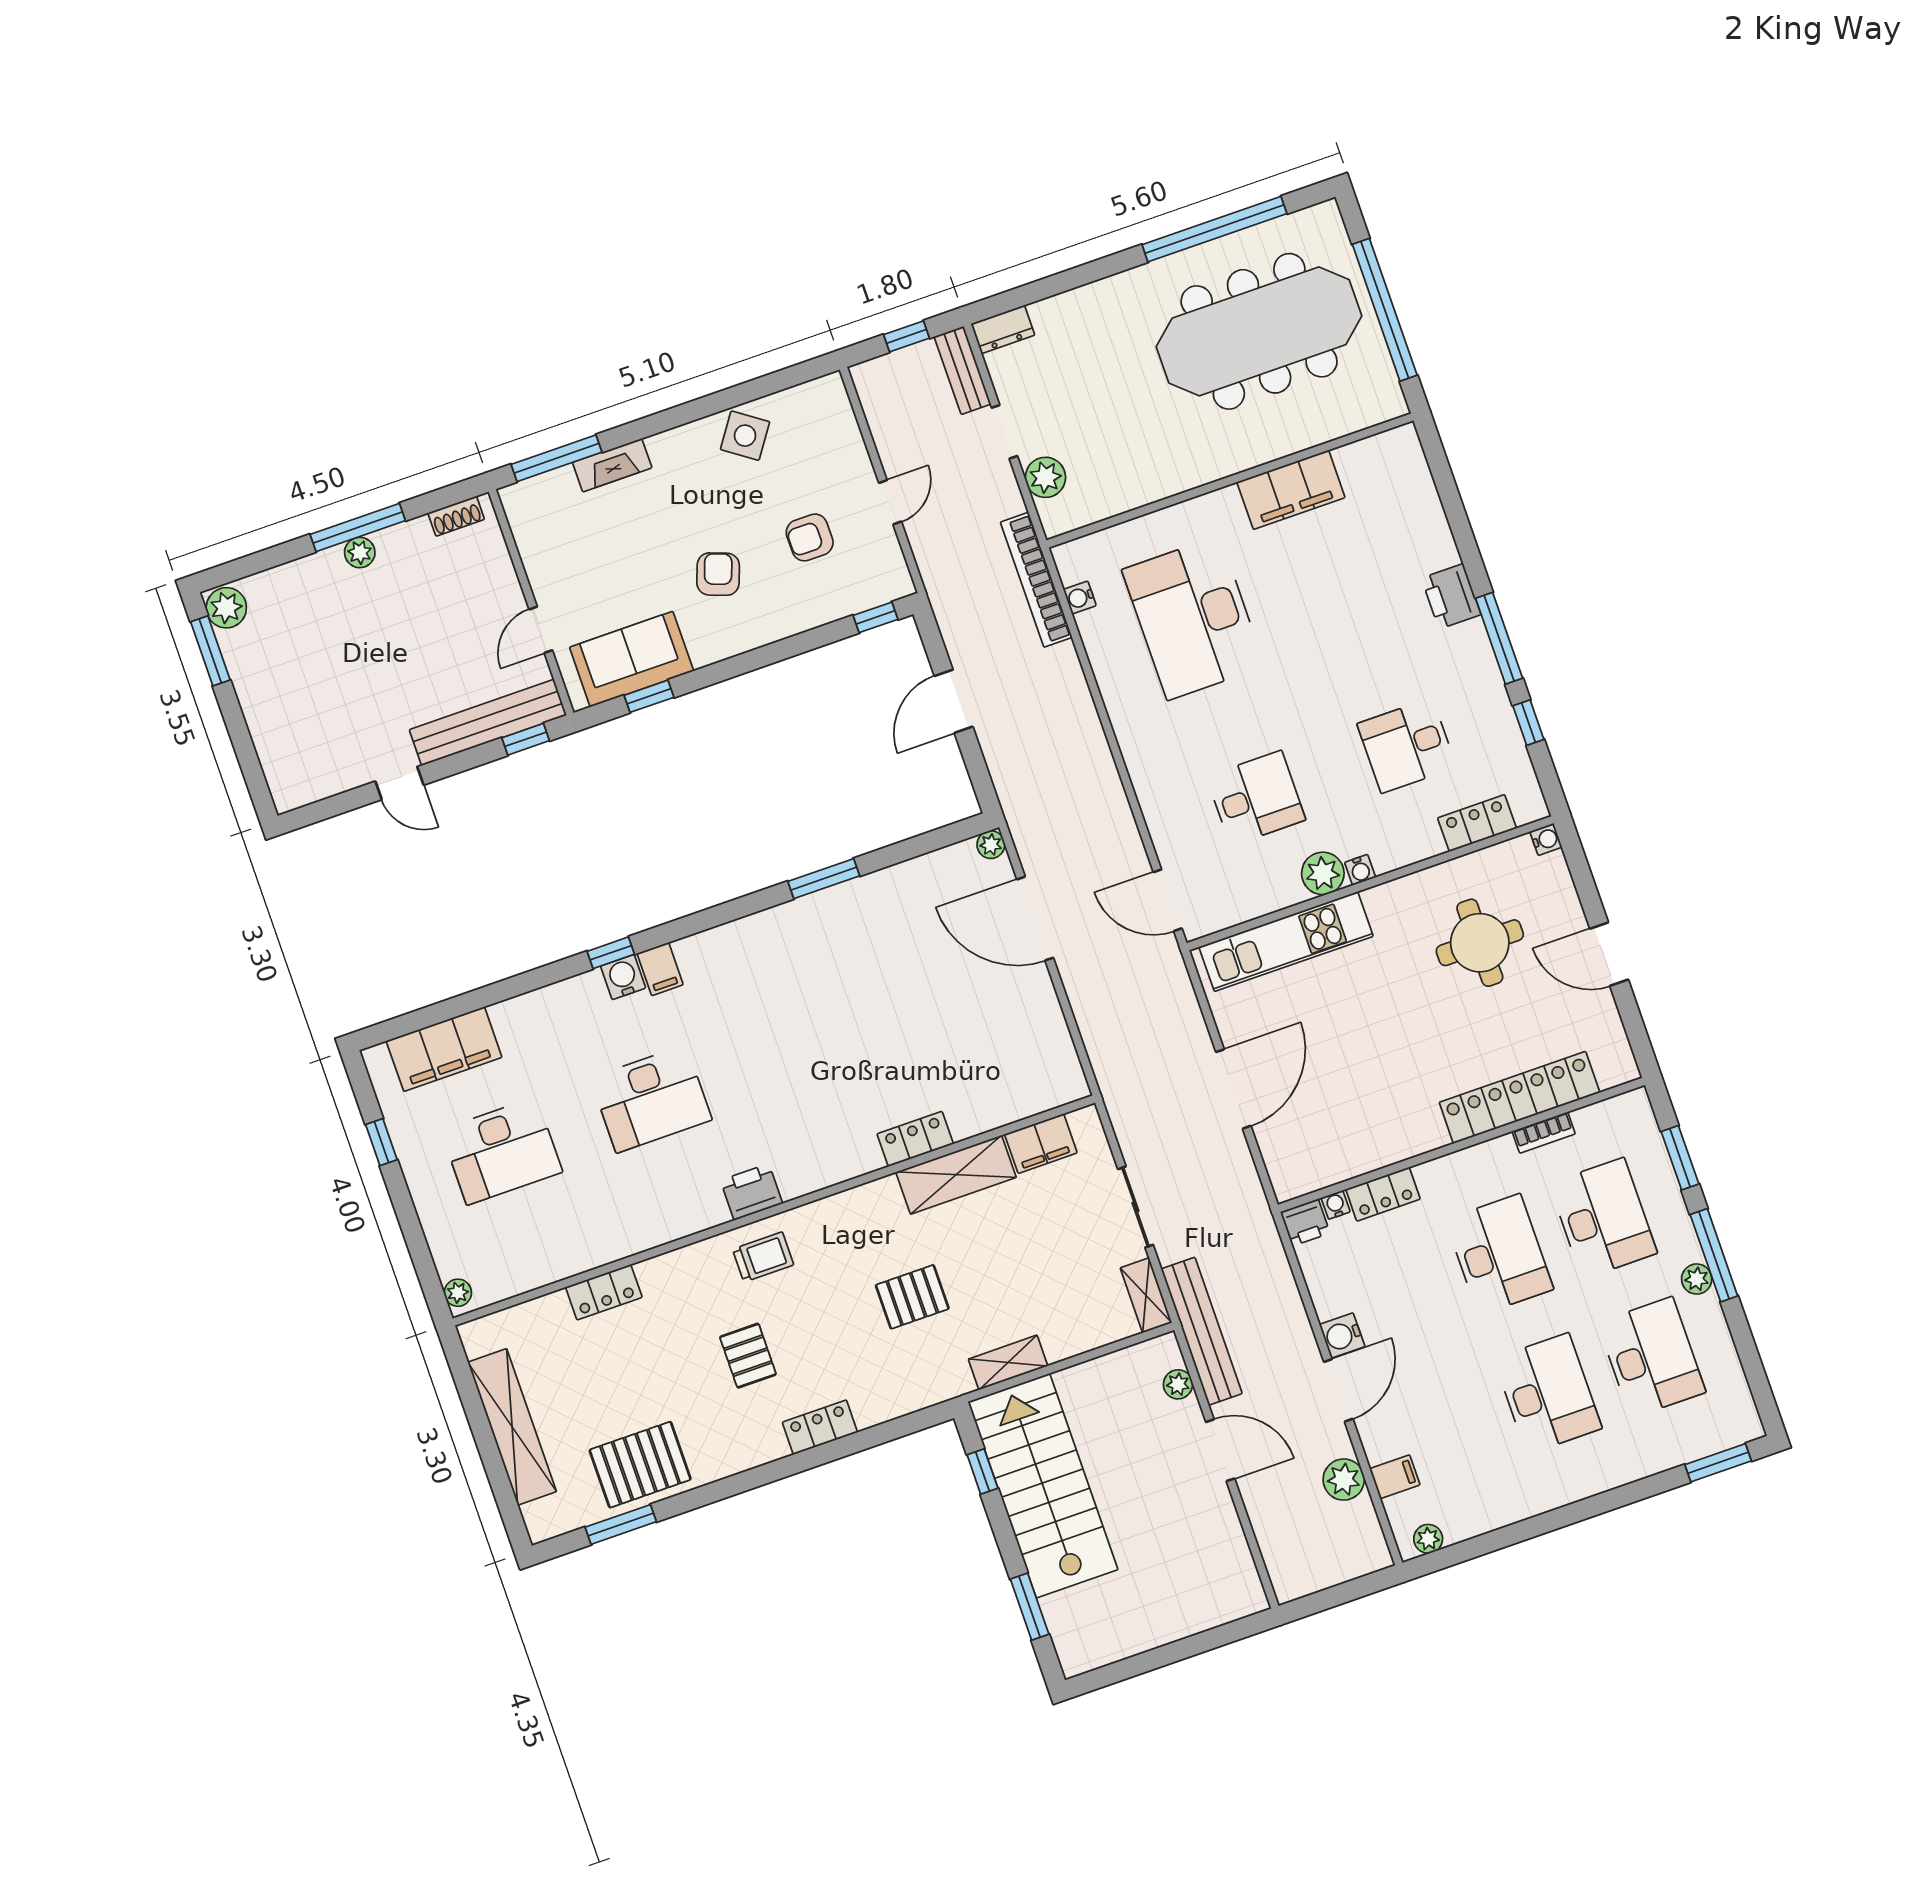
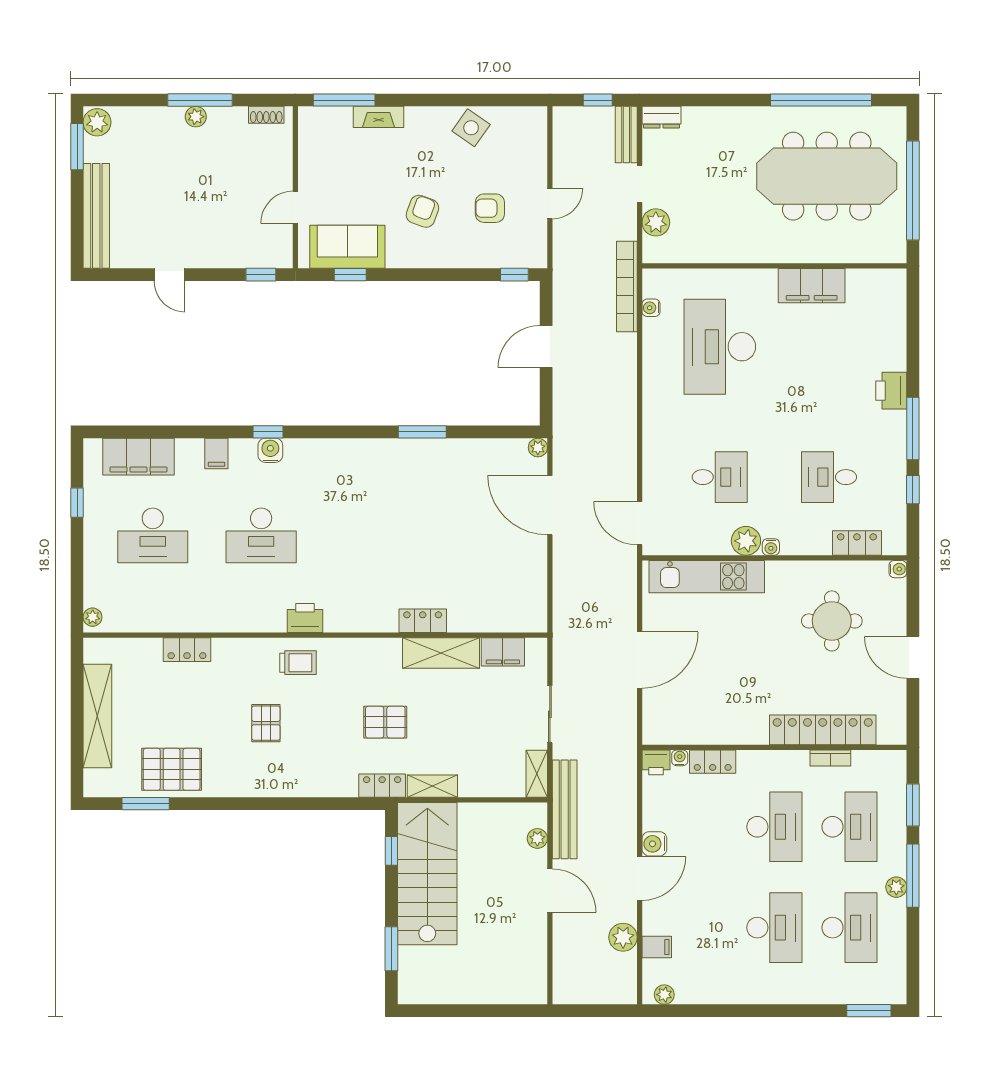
bench: (488, 722) -> (96, 216), moved, turned 90
filing cabinet: (660, 969) -> (216, 453), moved
locker: (820, 1427) -> (382, 786), moved

